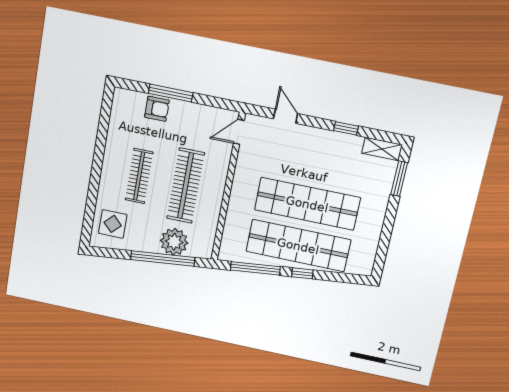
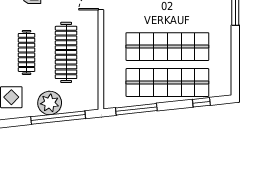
plant: (174, 242) -> (50, 103), moved
window: (302, 273) -> (201, 102), moved

